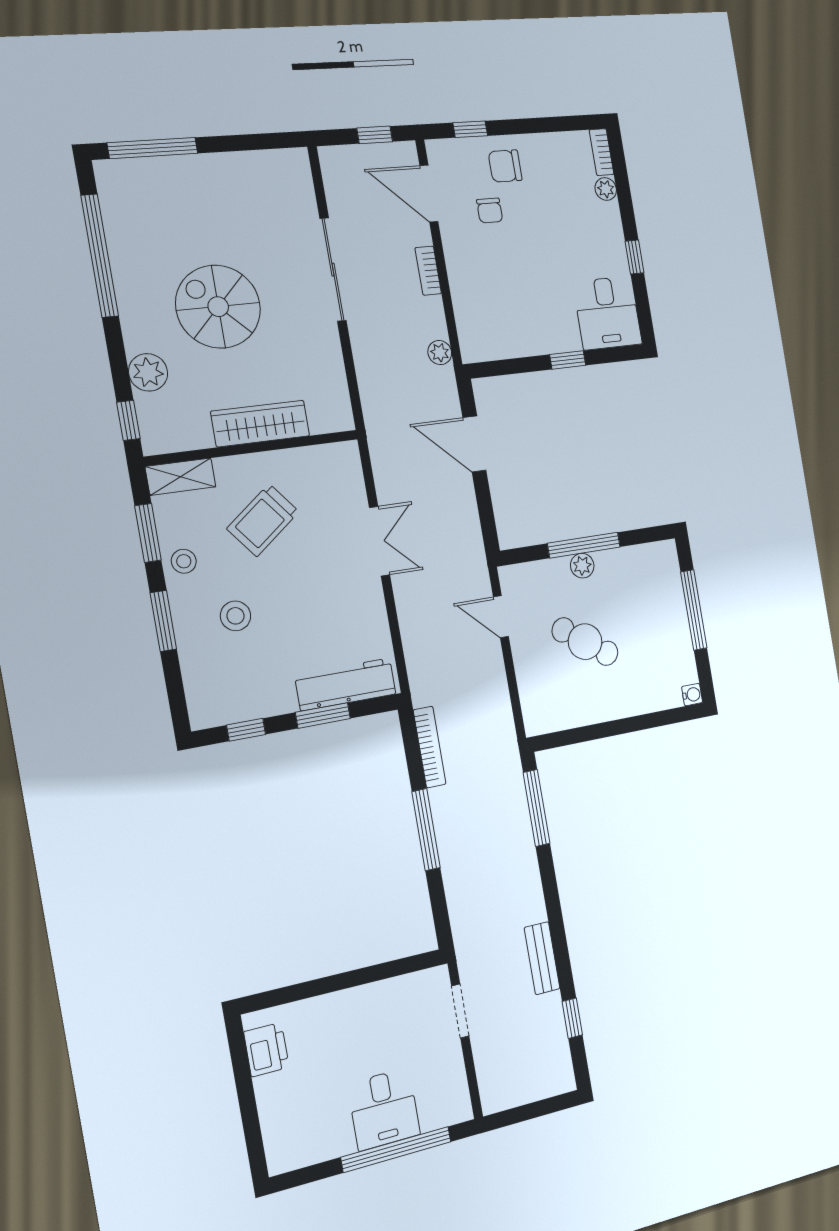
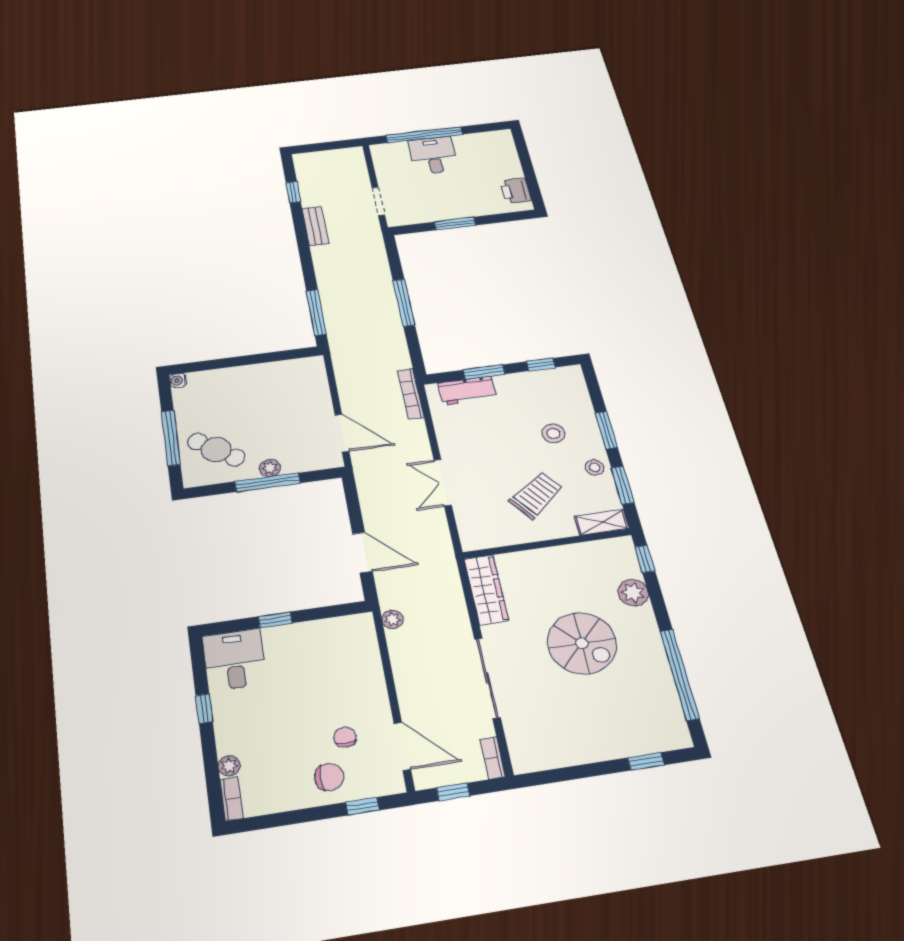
window: (153, 148) -> (646, 761), width x0.46
bookcase: (428, 271) -> (493, 758), moved, turned 180
wardrobe: (260, 424) -> (486, 590), moved, turned -90
door: (501, 617) -> (342, 433), width x1.38
cafe table: (585, 642) -> (216, 449), moved
workbench: (346, 684) -> (467, 391), width x0.73
bookcase: (430, 747) -> (411, 394), moved
window: (356, 978) -> (455, 224), added

